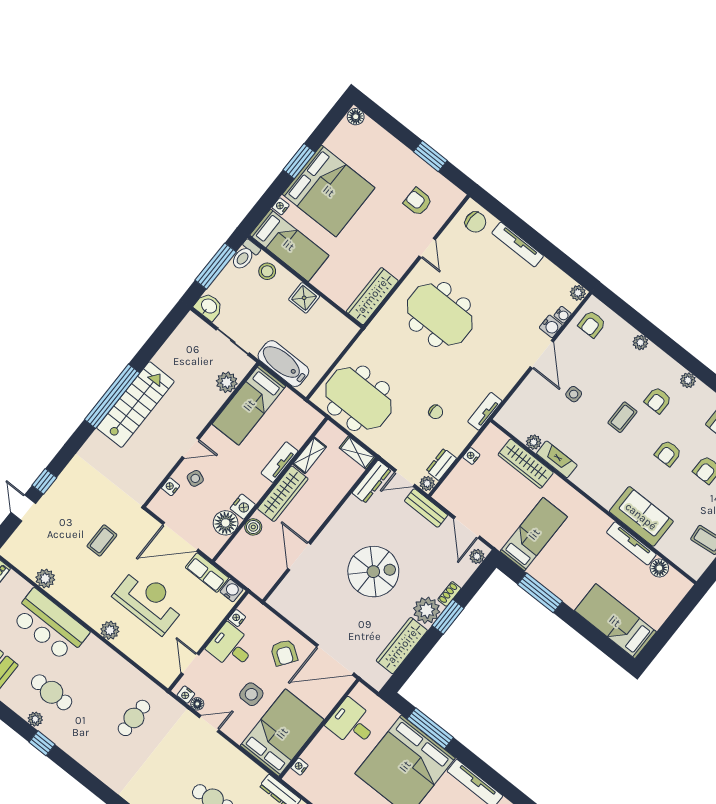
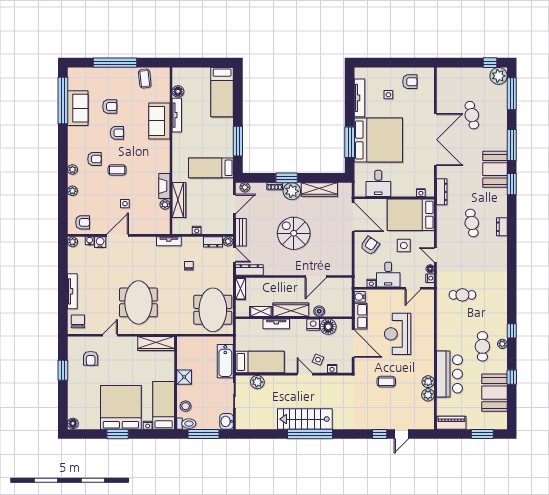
plant: (688, 380) -> (72, 169), moved
plant: (110, 630) -> (428, 382), moved

